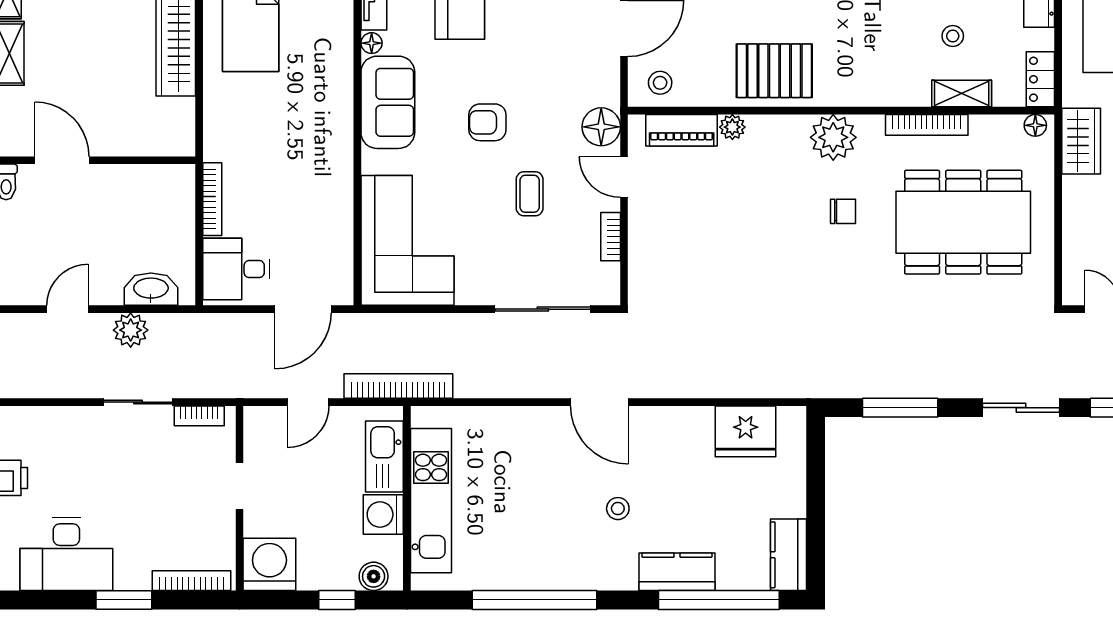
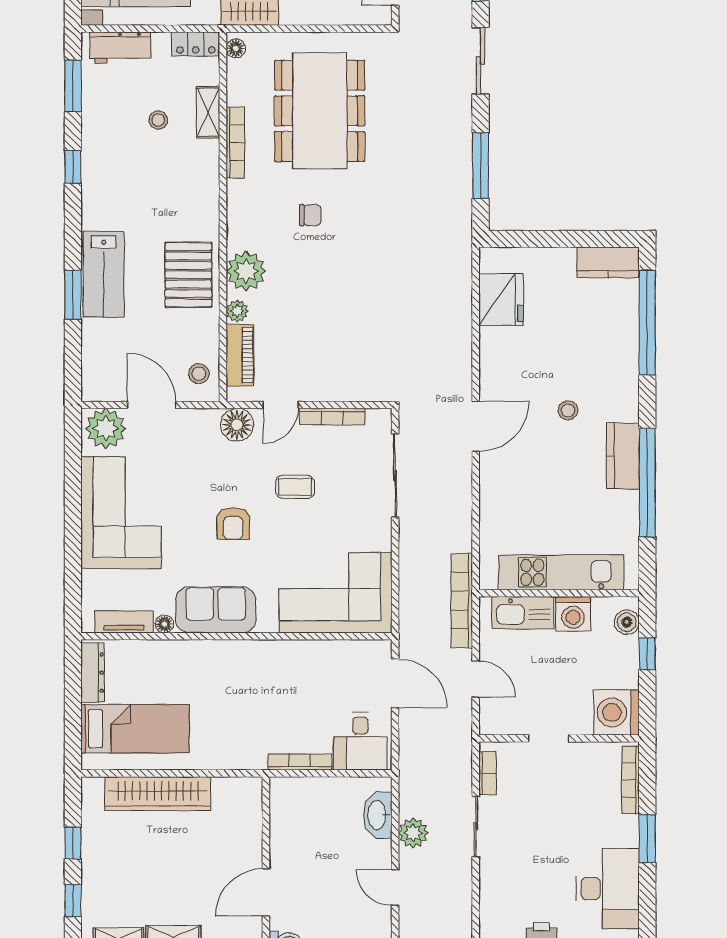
plant: (833, 137) -> (246, 271), moved
chair: (843, 211) -> (310, 215), turned 90
bookcase: (611, 237) -> (332, 417), width x1.56
kitchen counter: (677, 572) -> (623, 456), moved

